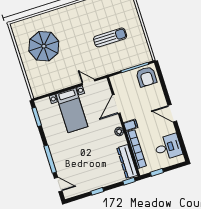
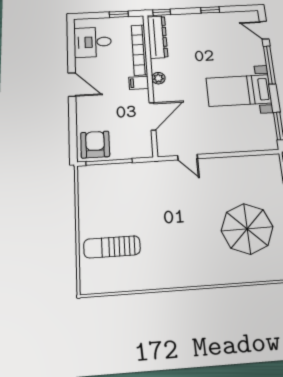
sun lounger: (110, 37) -> (112, 247), moved
bed with nightstands: (72, 110) -> (239, 90), moved, turned -90

